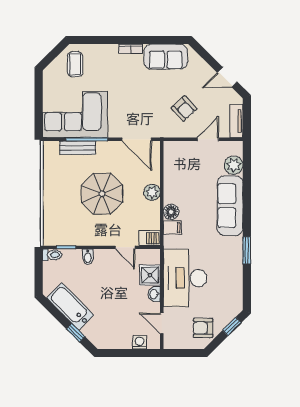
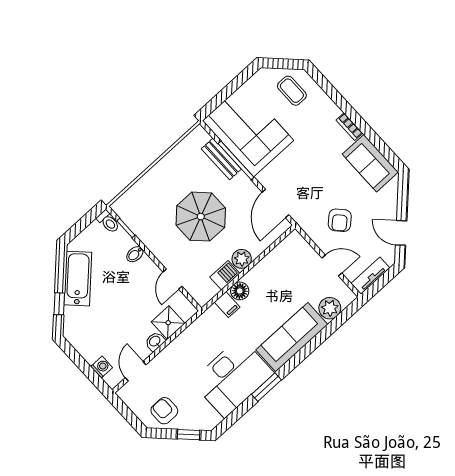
coffee table: (75, 64) -> (292, 91), turned 90
barbecue: (150, 238) -> (225, 275), moved, turned -90
desk: (185, 278) -> (233, 377), moved, turned 180

